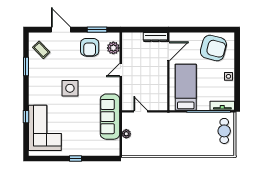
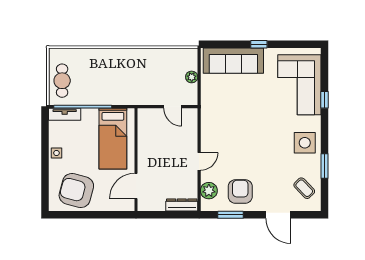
dresser: (155, 37) -> (182, 205), moved
side table: (70, 88) -> (305, 143), moved
sofa: (110, 117) -> (233, 61), moved, turned 90

